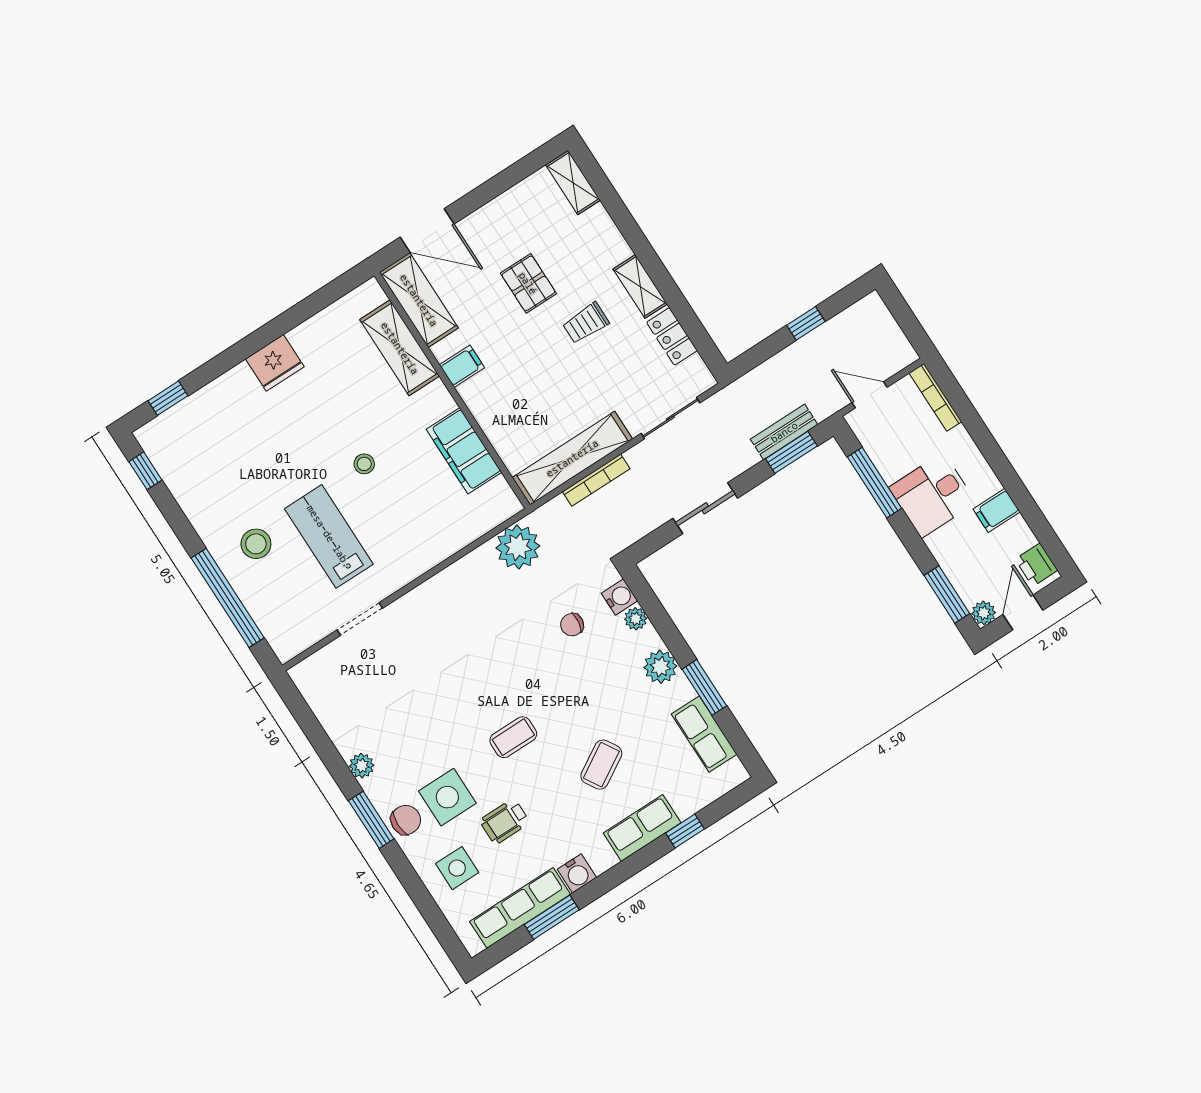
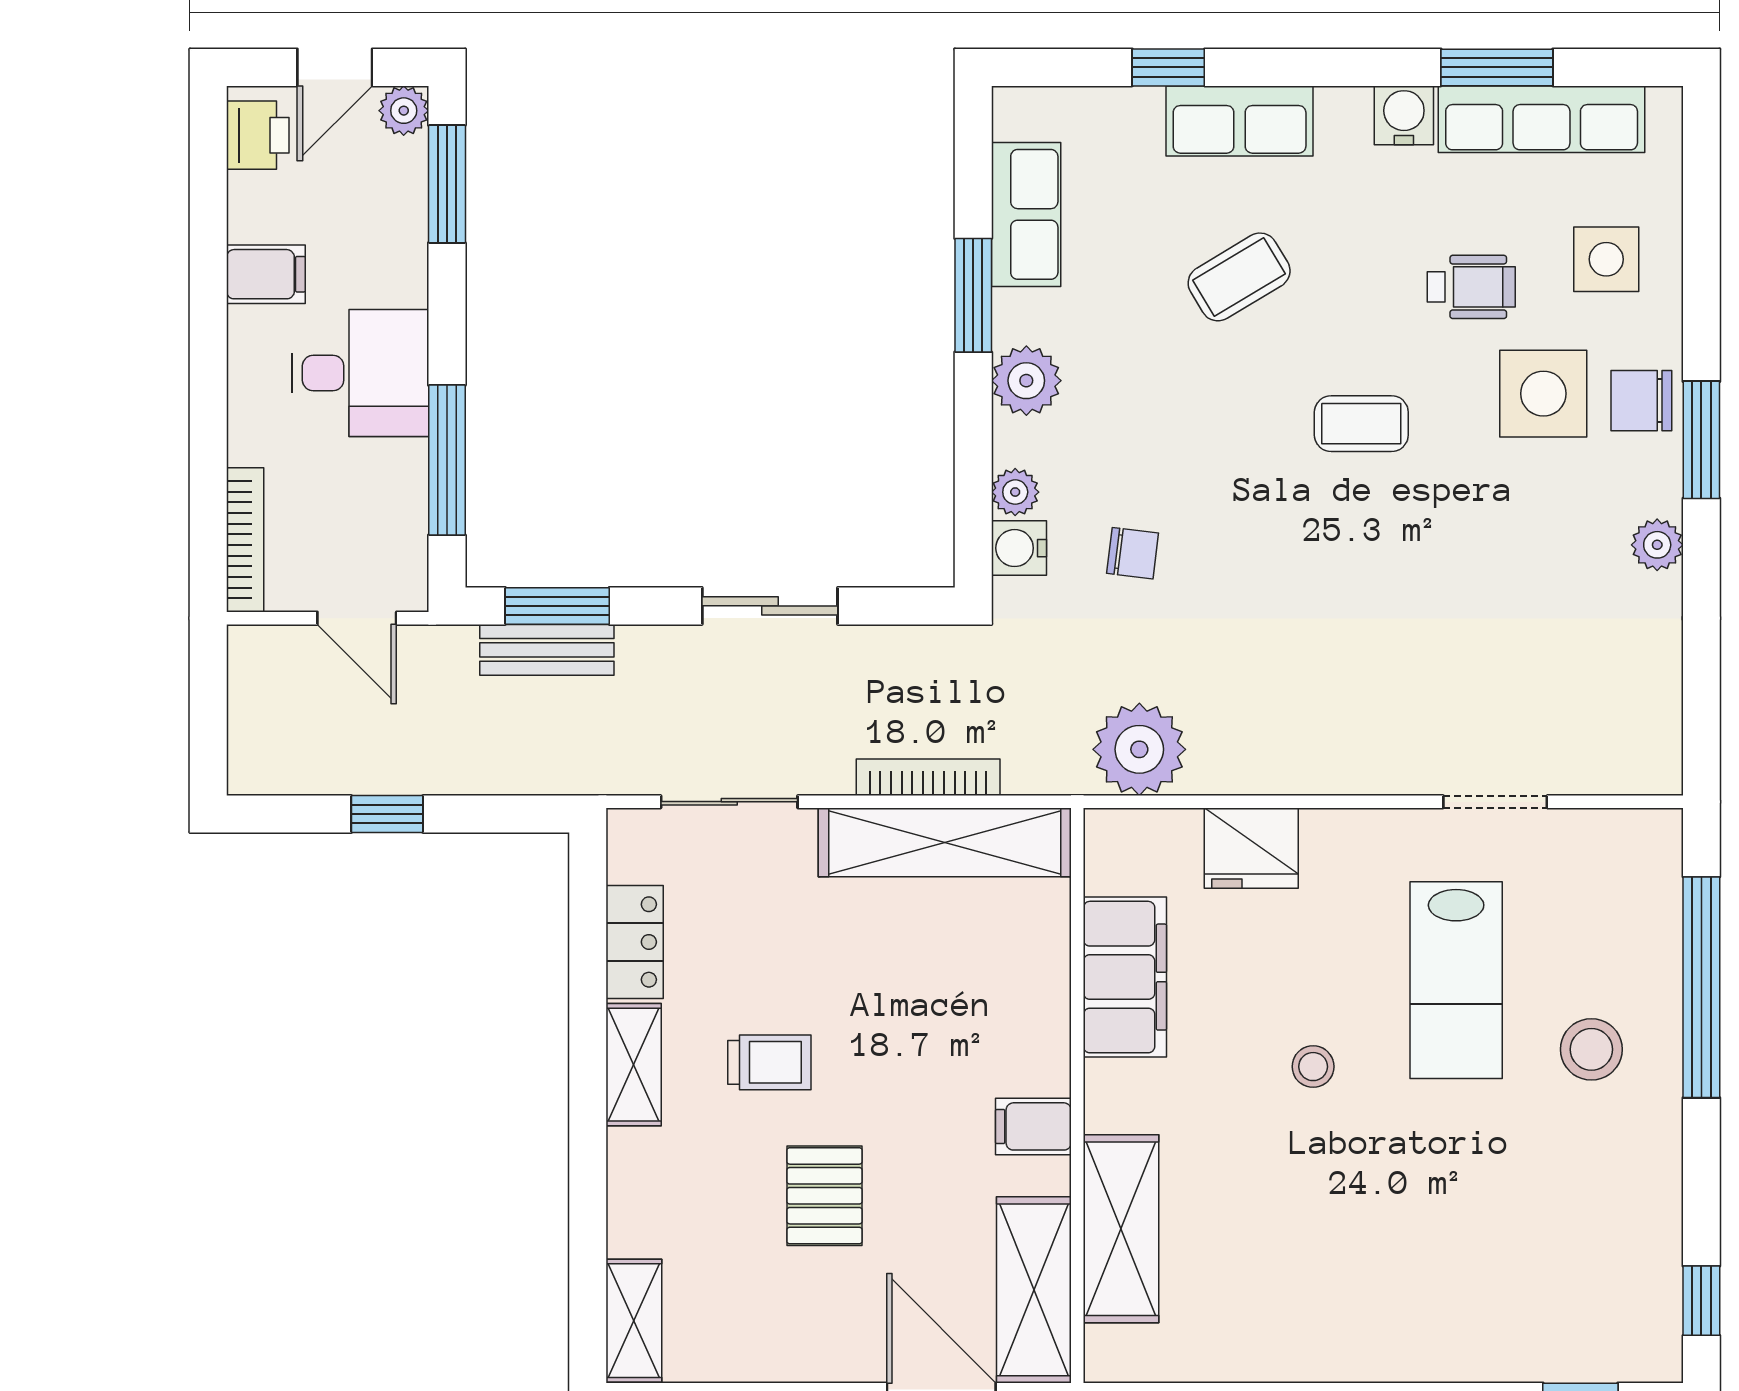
fridge: (275, 363) -> (1251, 848), moved, turned 180

